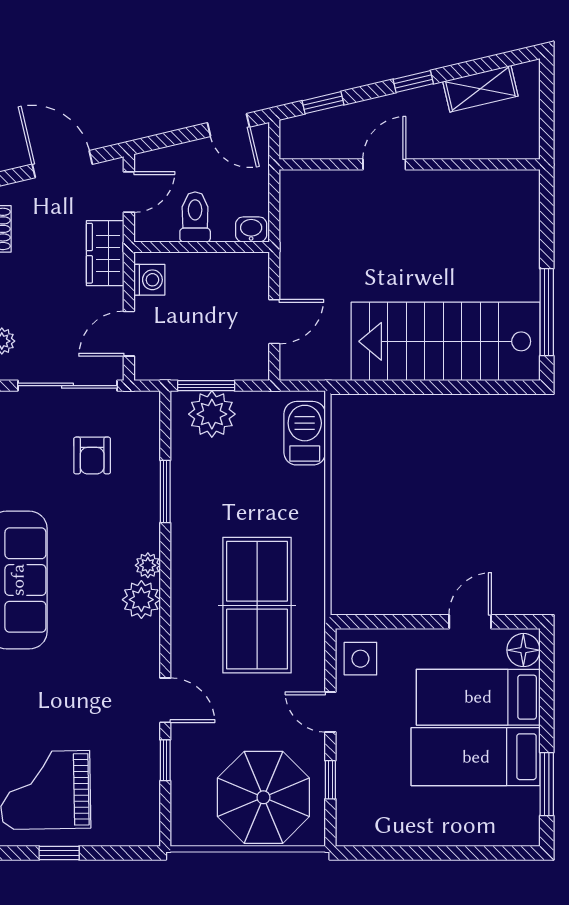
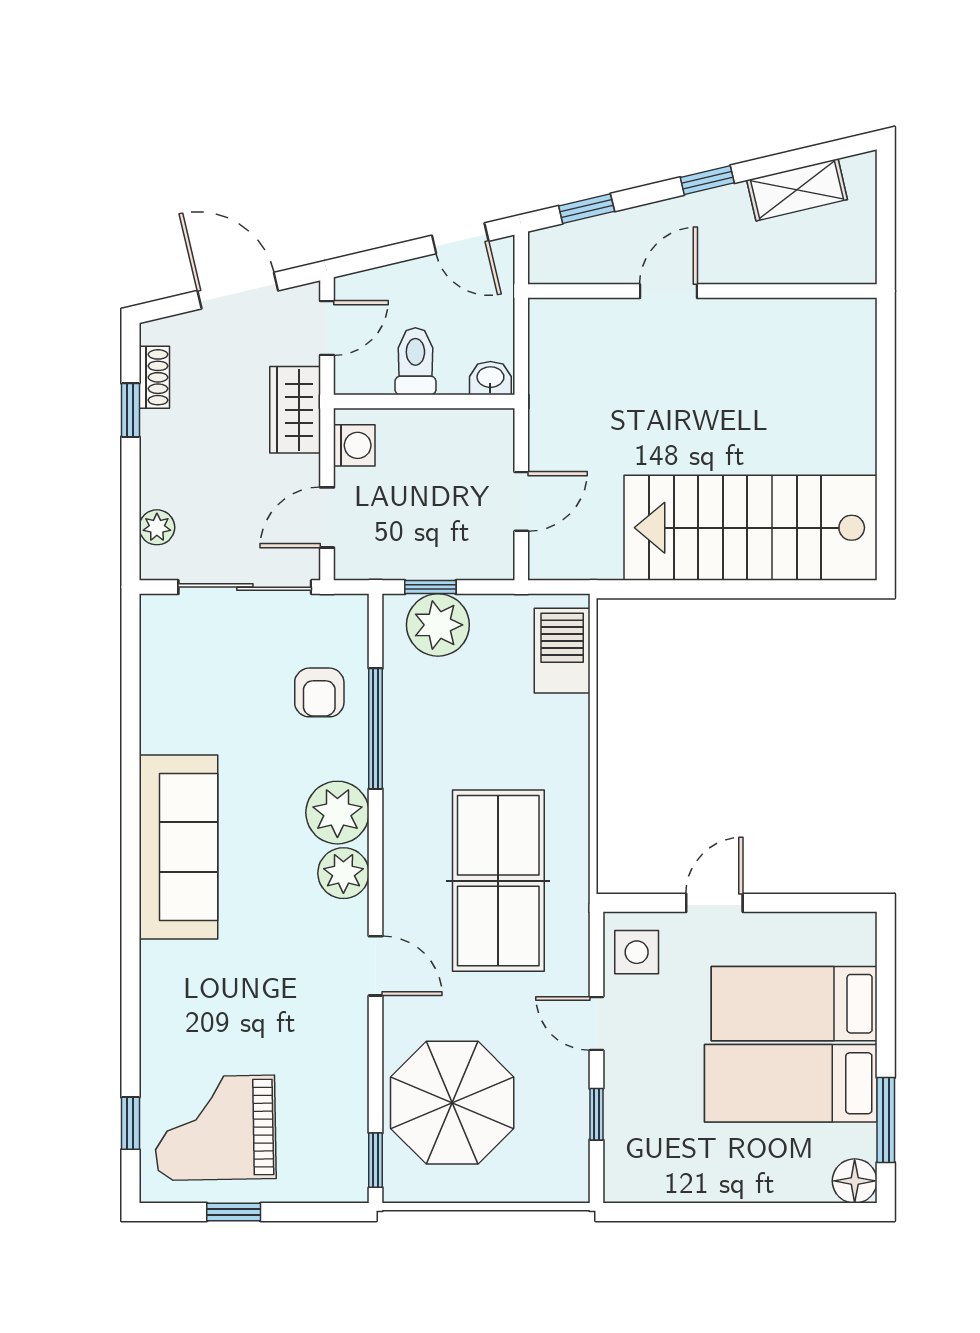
window: (547, 312) -> (886, 489), removed
window: (206, 386) -> (430, 587), width x0.67
armchair: (92, 456) -> (319, 692), moved
window: (165, 492) -> (376, 729), width x1.44
plant: (148, 565) -> (337, 813), width x1.88, depth x1.88
door: (470, 622) -> (714, 903), moved
floor lamp: (523, 650) -> (855, 1181), moved
door: (165, 700) -> (376, 966), moved
window: (165, 760) -> (376, 1160), moved
parasol: (263, 797) -> (452, 1103), moved

